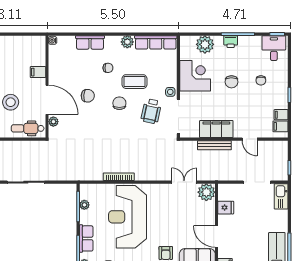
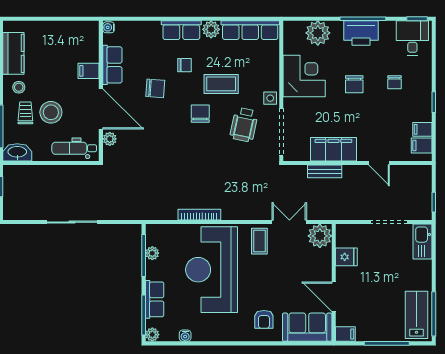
row of seats: (90, 42) -> (181, 30), moved
printer: (231, 42) -> (361, 33), width x1.87, depth x1.48
row of seats: (55, 68) -> (112, 65), added
chair: (88, 96) -> (155, 88), moved
bench: (214, 145) -> (325, 171), width x0.73
coffee table: (162, 196) -> (259, 241), added

